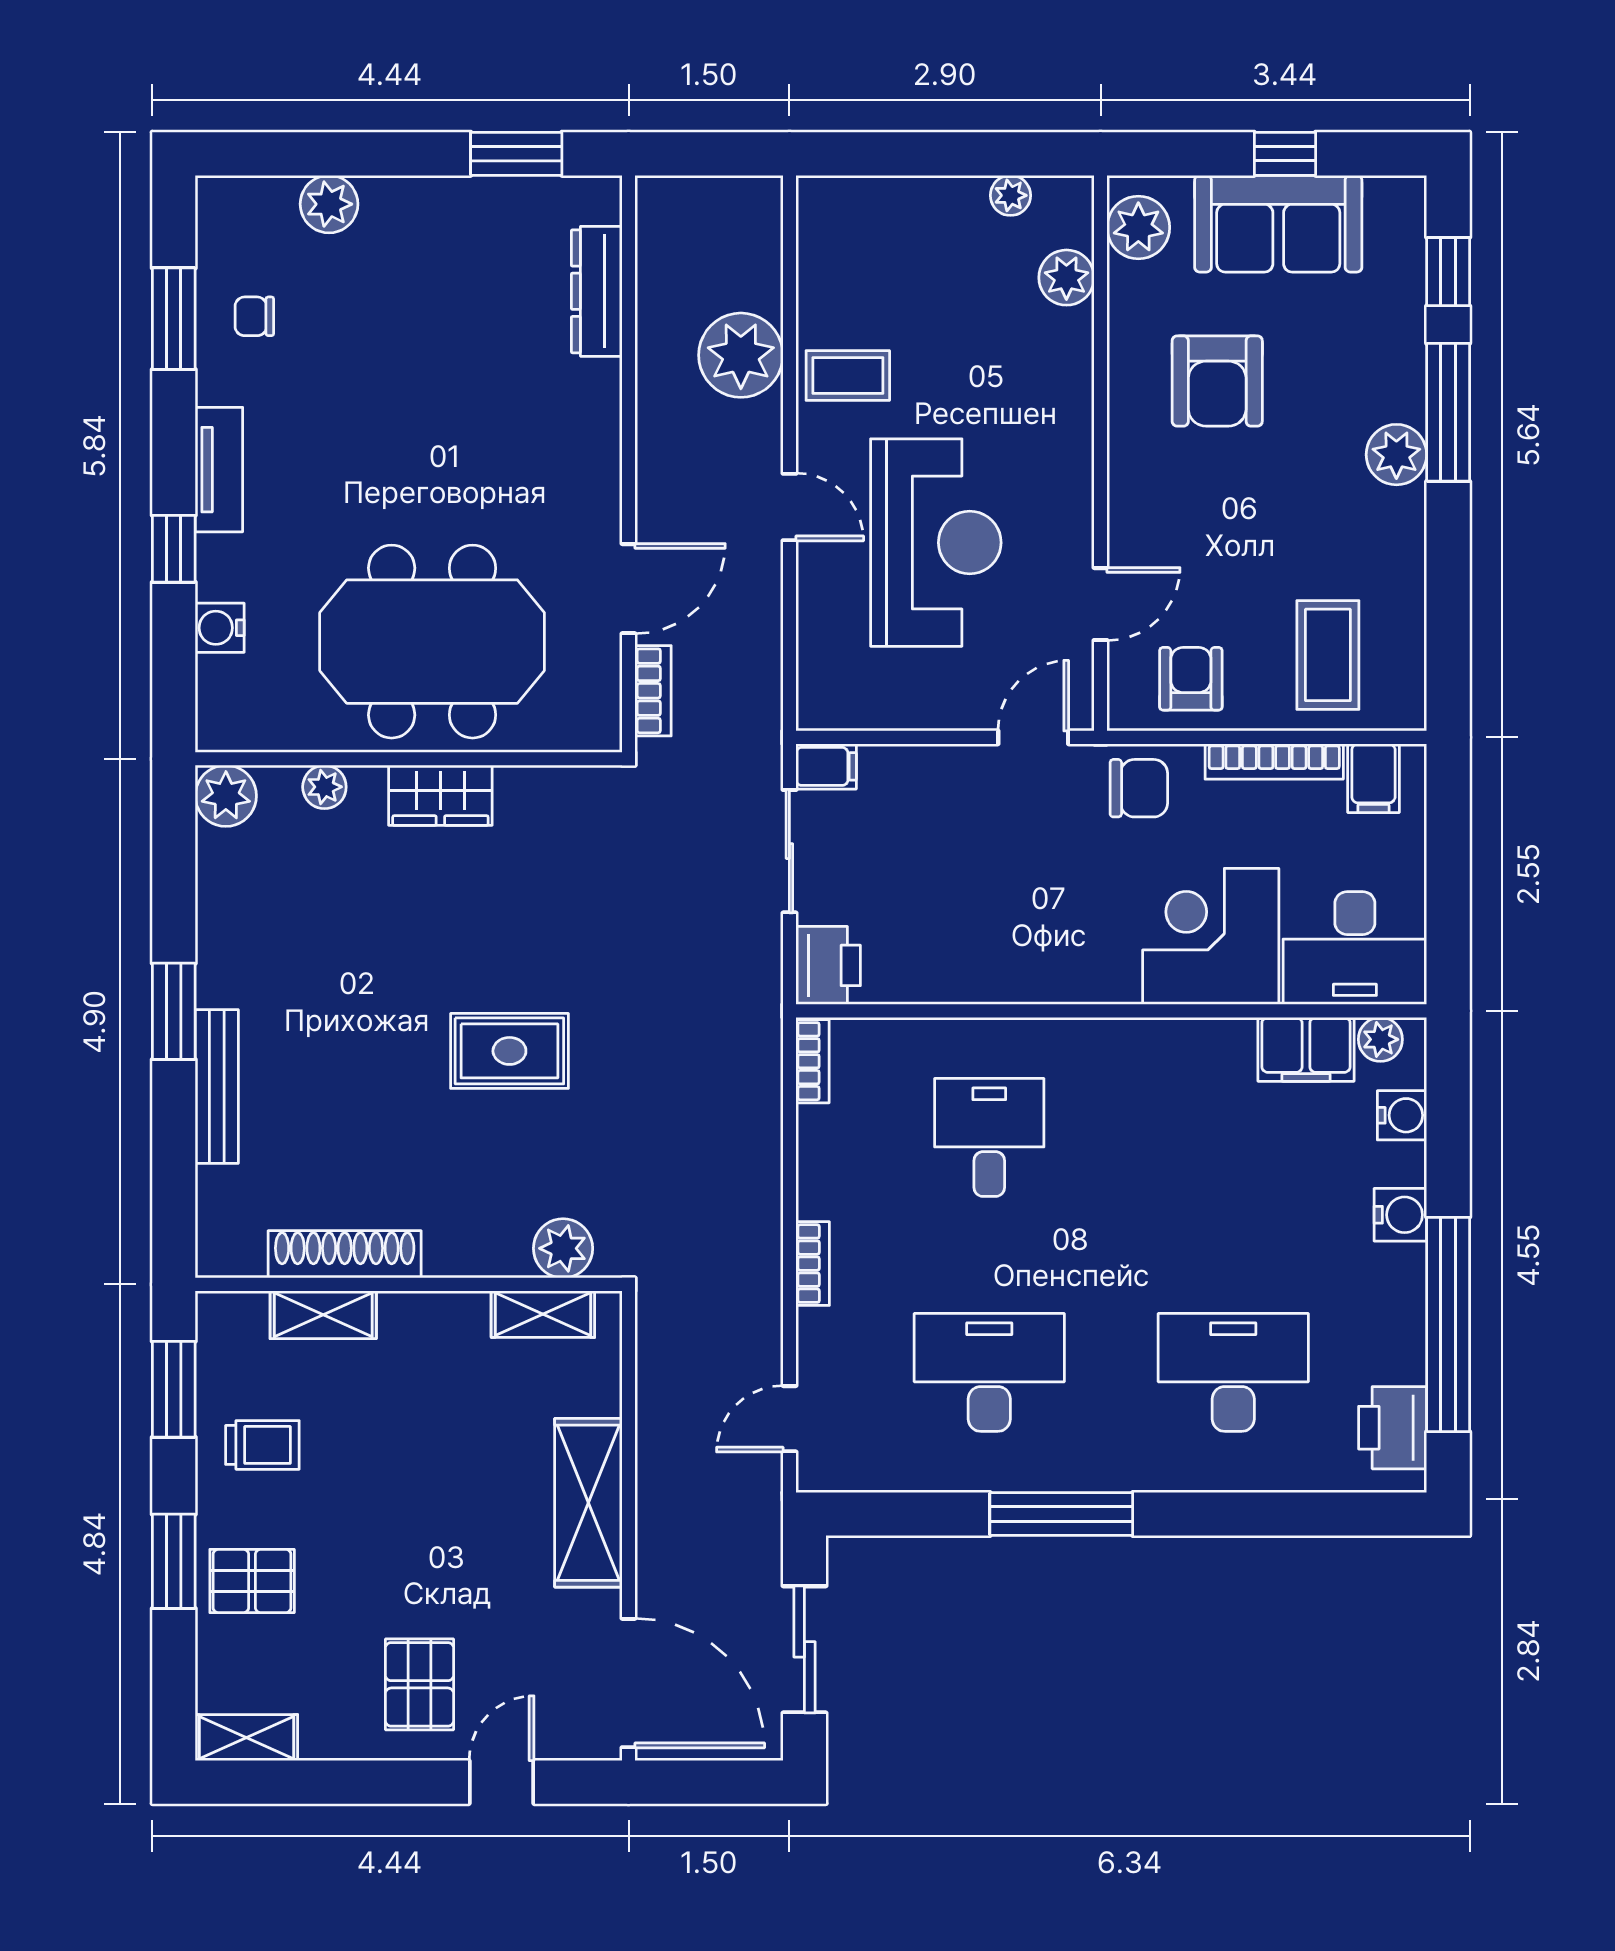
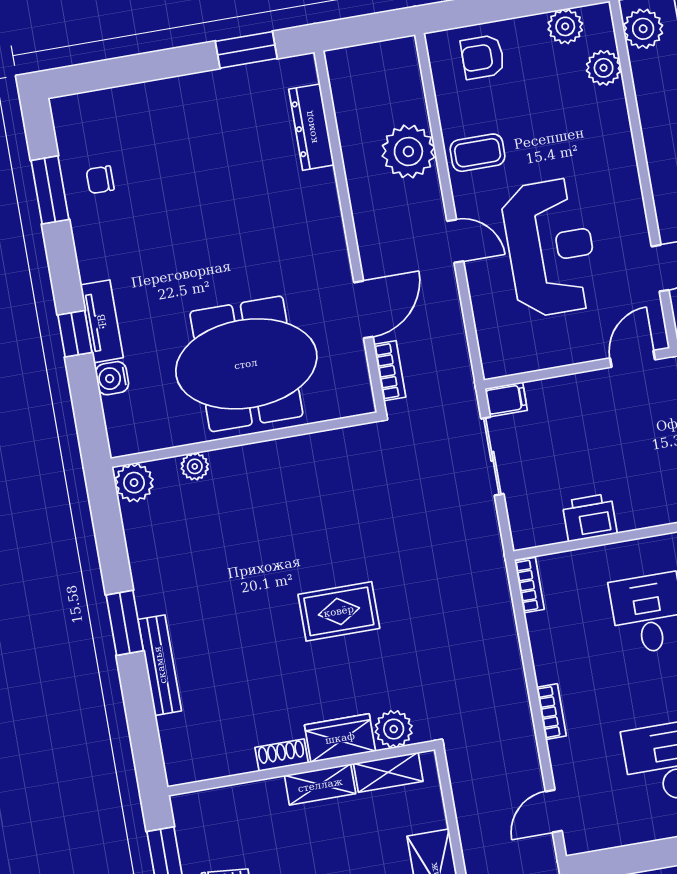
plant: (1010, 195) -> (565, 26), width x1.38, depth x1.38
plant: (329, 204) -> (135, 102), removed
armchair: (881, 228) -> (483, 57), added
tv unit: (219, 470) -> (102, 321), moved
wardrobe: (440, 795) -> (340, 738), moved, turned 180
printer: (828, 965) -> (590, 517), moved, turned -90
shoe rack: (345, 1254) -> (282, 755), width x0.51, depth x0.81
shelving: (323, 1315) -> (320, 785), moved

